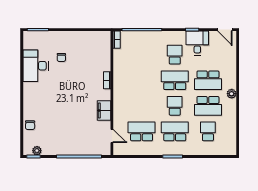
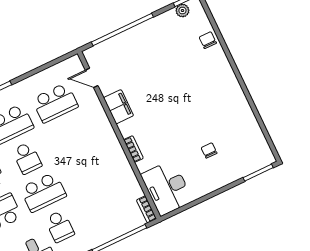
desk: (36, 66) -> (167, 188), moved, turned 180

